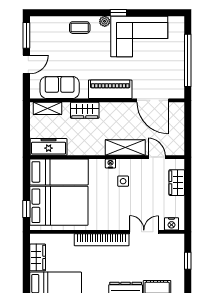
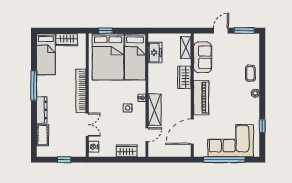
window: (118, 13) -> (262, 126), moved
corner sofa: (139, 36) -> (231, 141), moved, turned 90
door: (26, 64) -> (221, 31), swing flipped
freezer: (49, 147) -> (155, 53), width x0.71

